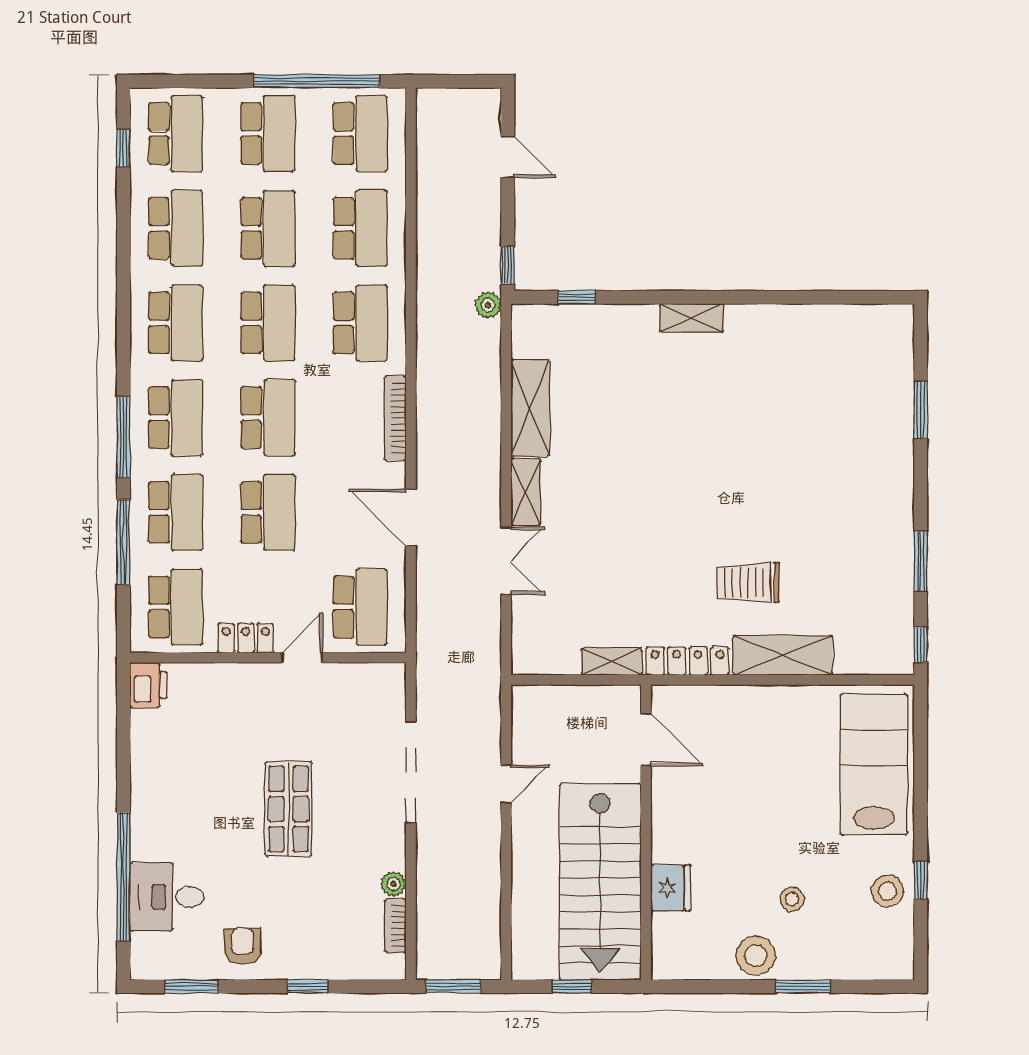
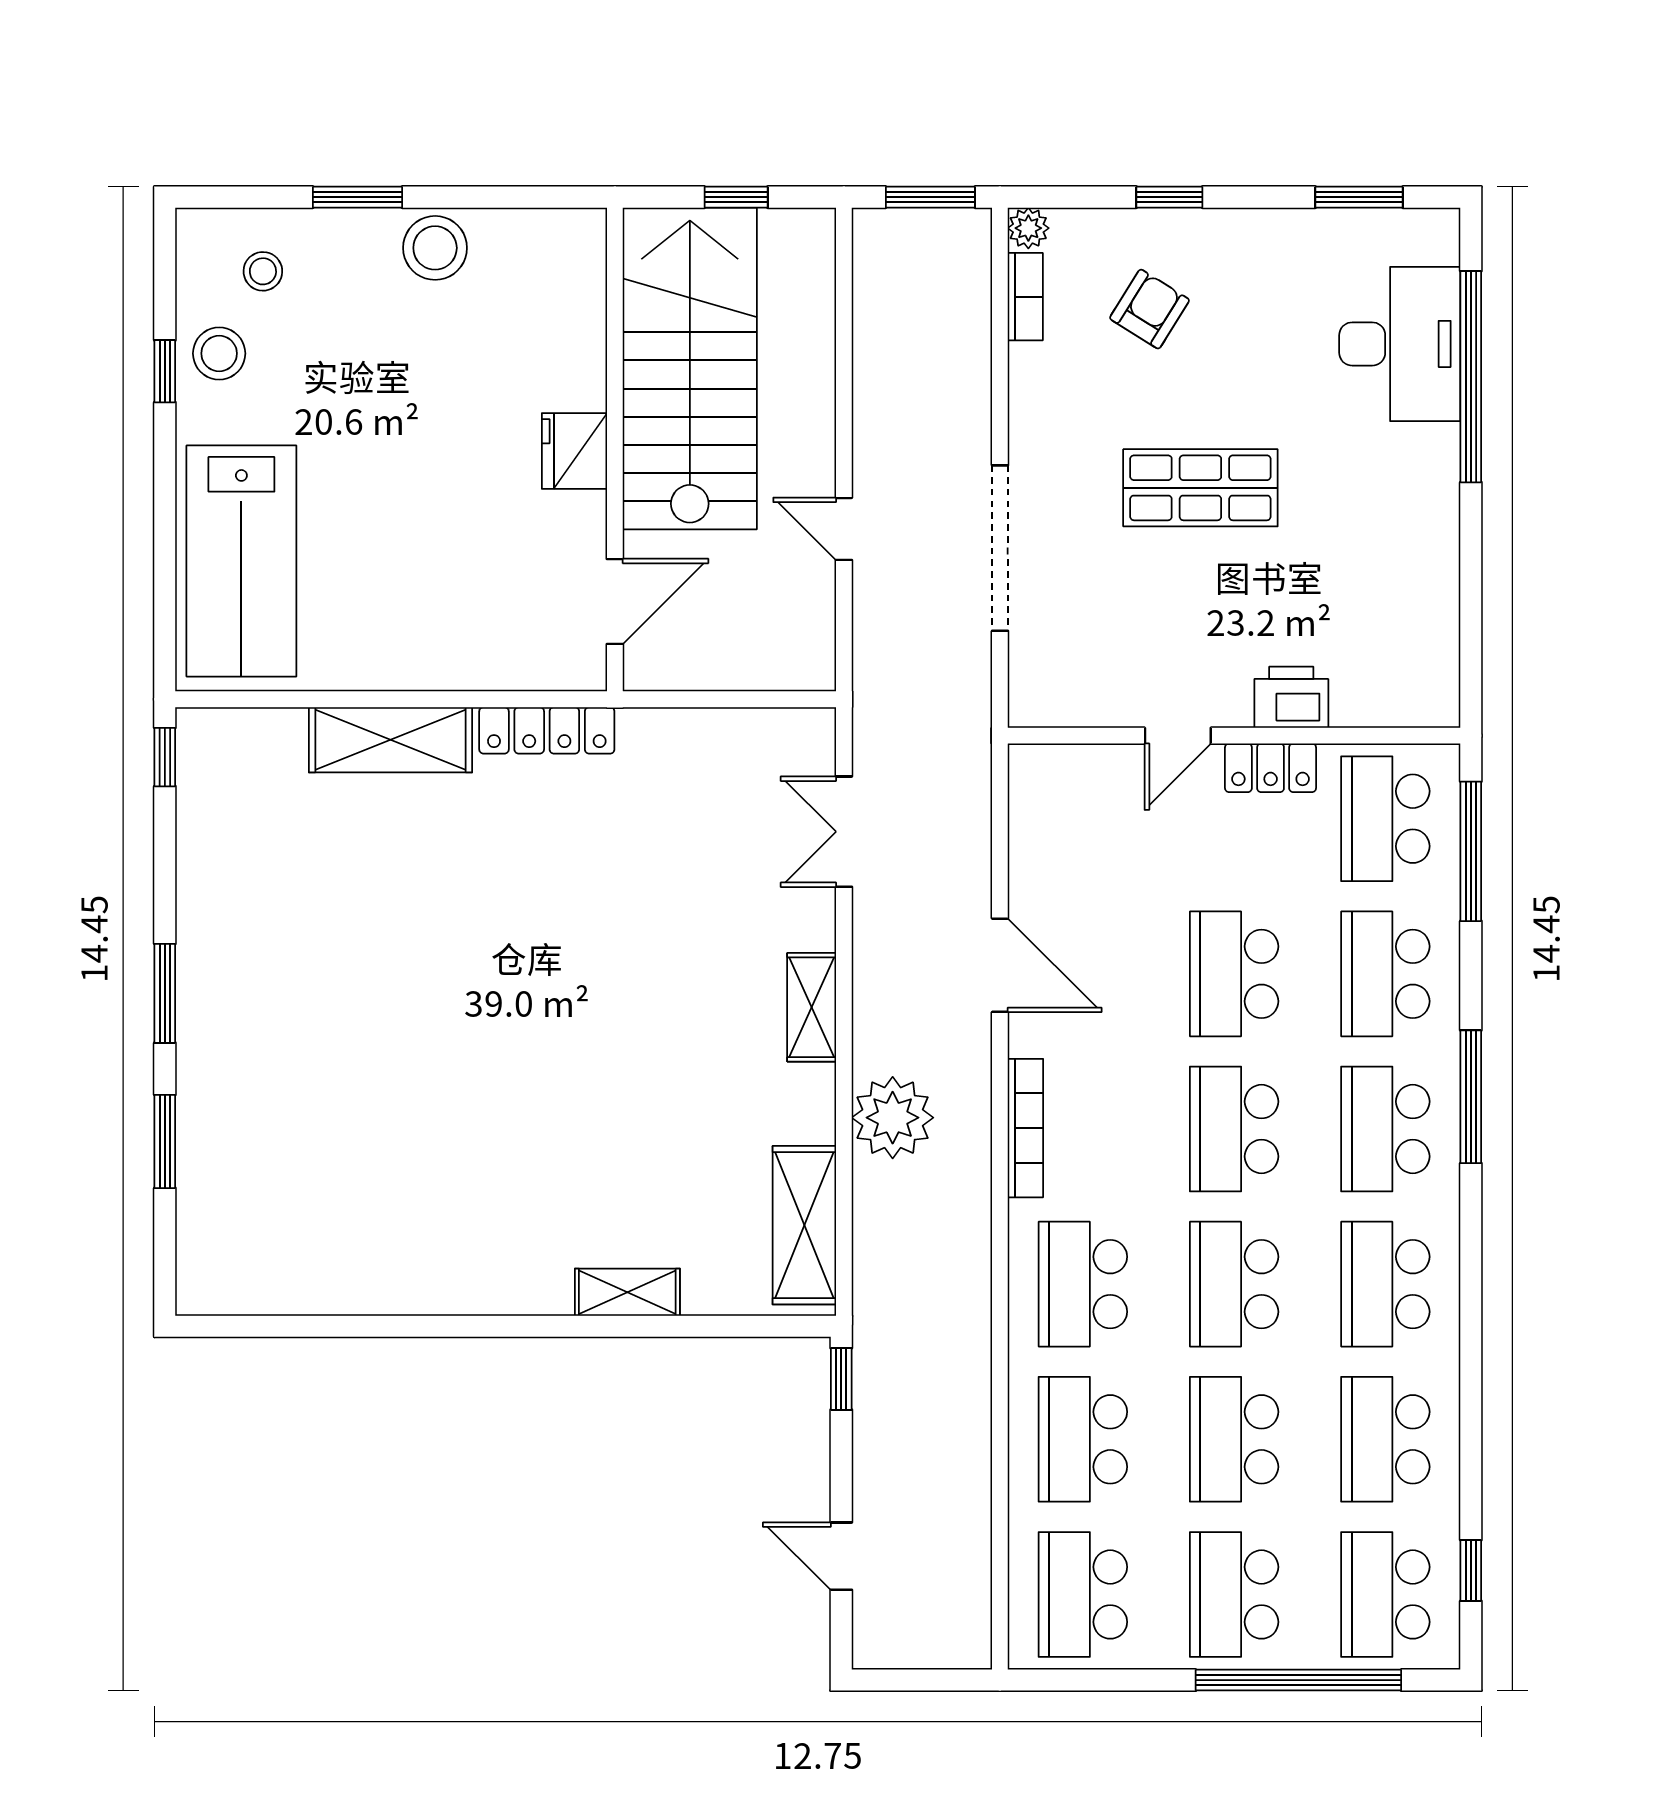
window: (317, 81) -> (1298, 1680), moved
window: (577, 297) -> (729, 1326), removed
plant: (488, 305) -> (893, 1118), moved, width x1.87, depth x1.87
shelving: (691, 318) -> (627, 1292), moved
shelving: (530, 408) -> (804, 1225), moved
window: (123, 542) -> (1471, 851), moved
double door: (506, 561) -> (844, 832), moved
window: (921, 561) -> (165, 993), moved
trolley: (748, 582) -> (447, 859), removed
school desk: (360, 607) -> (1083, 819), removed
shelving: (612, 662) -> (671, 729), removed
printer: (148, 685) -> (1291, 697), moved, turned 90
door: (646, 740) -> (615, 601), swing flipped
door: (506, 784) -> (844, 529), hinge flipped
shop shelf: (288, 809) -> (1200, 488), turned 90
plant: (394, 884) -> (1028, 228), moved
fridge: (671, 888) -> (574, 451), moved
desk: (167, 897) -> (1400, 344), width x1.37
stool: (792, 899) -> (263, 271), moved
armchair: (242, 946) -> (1150, 309), moved, turned -148

